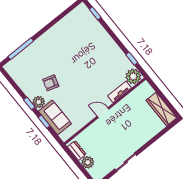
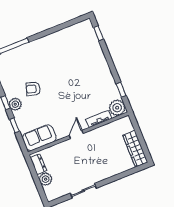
door: (103, 113) -> (76, 134), hinge flipped
sofa: (55, 117) -> (39, 138), moved, turned -90

